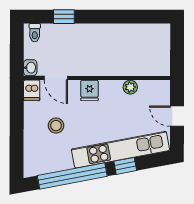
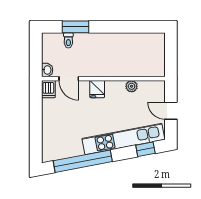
window: (64, 17) -> (75, 27), width x1.50
toilet: (35, 33) -> (68, 40), moved
stool: (56, 126) -> (69, 119), removed
window: (125, 166) -> (145, 149), moved

